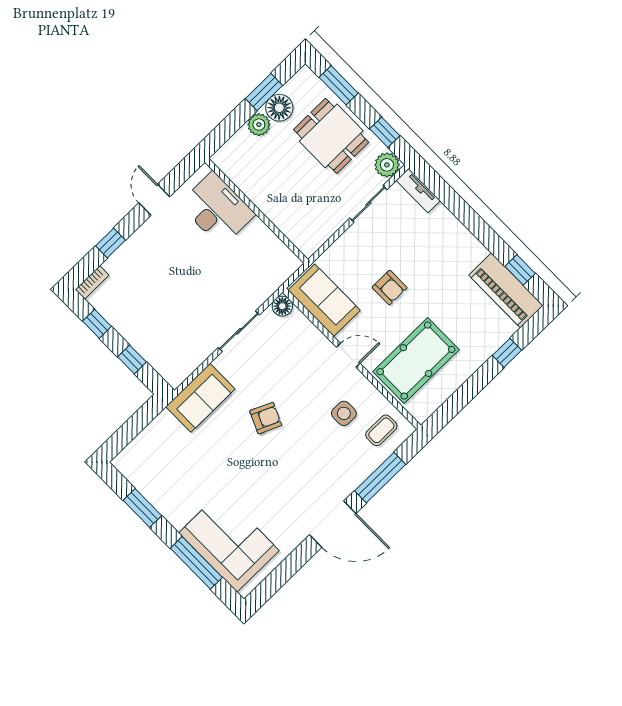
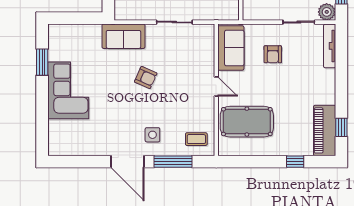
tv unit: (418, 191) -> (330, 46), width x1.41
armchair: (390, 288) -> (273, 54), moved
floor lamp: (282, 306) -> (208, 31), removed
side table: (344, 413) -> (152, 135), moved
corner sofa: (229, 542) -> (68, 90), moved
window: (196, 563) -> (42, 115), removed

